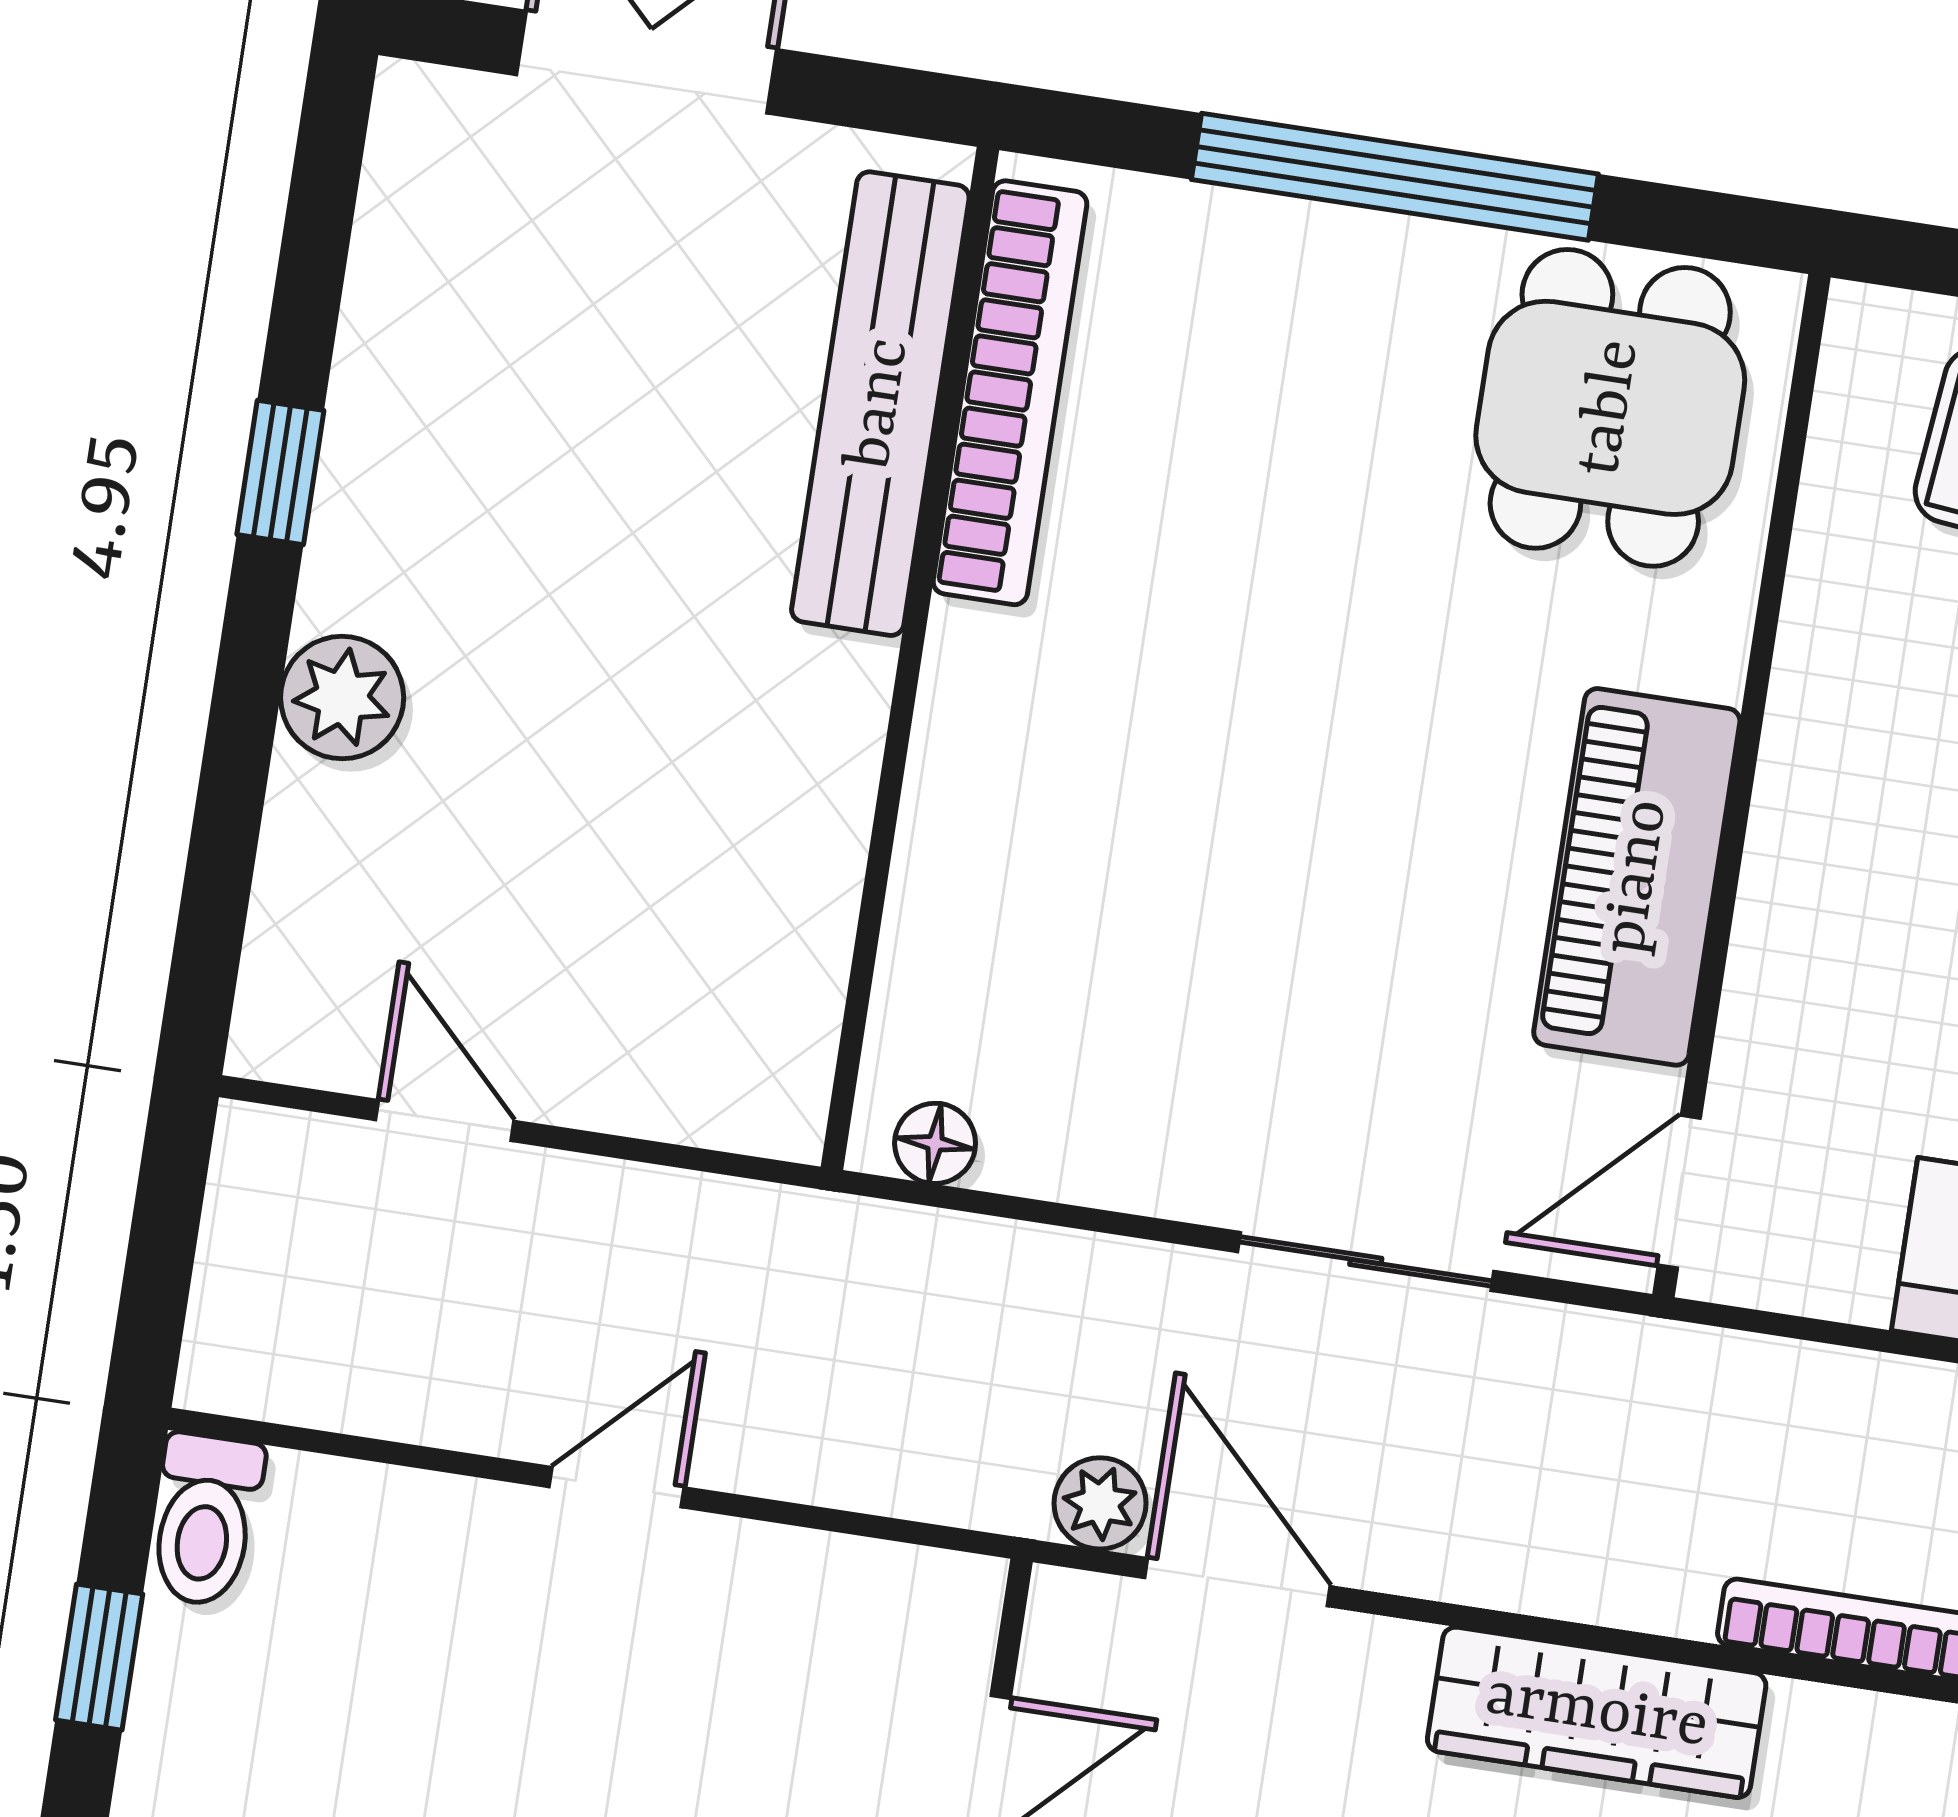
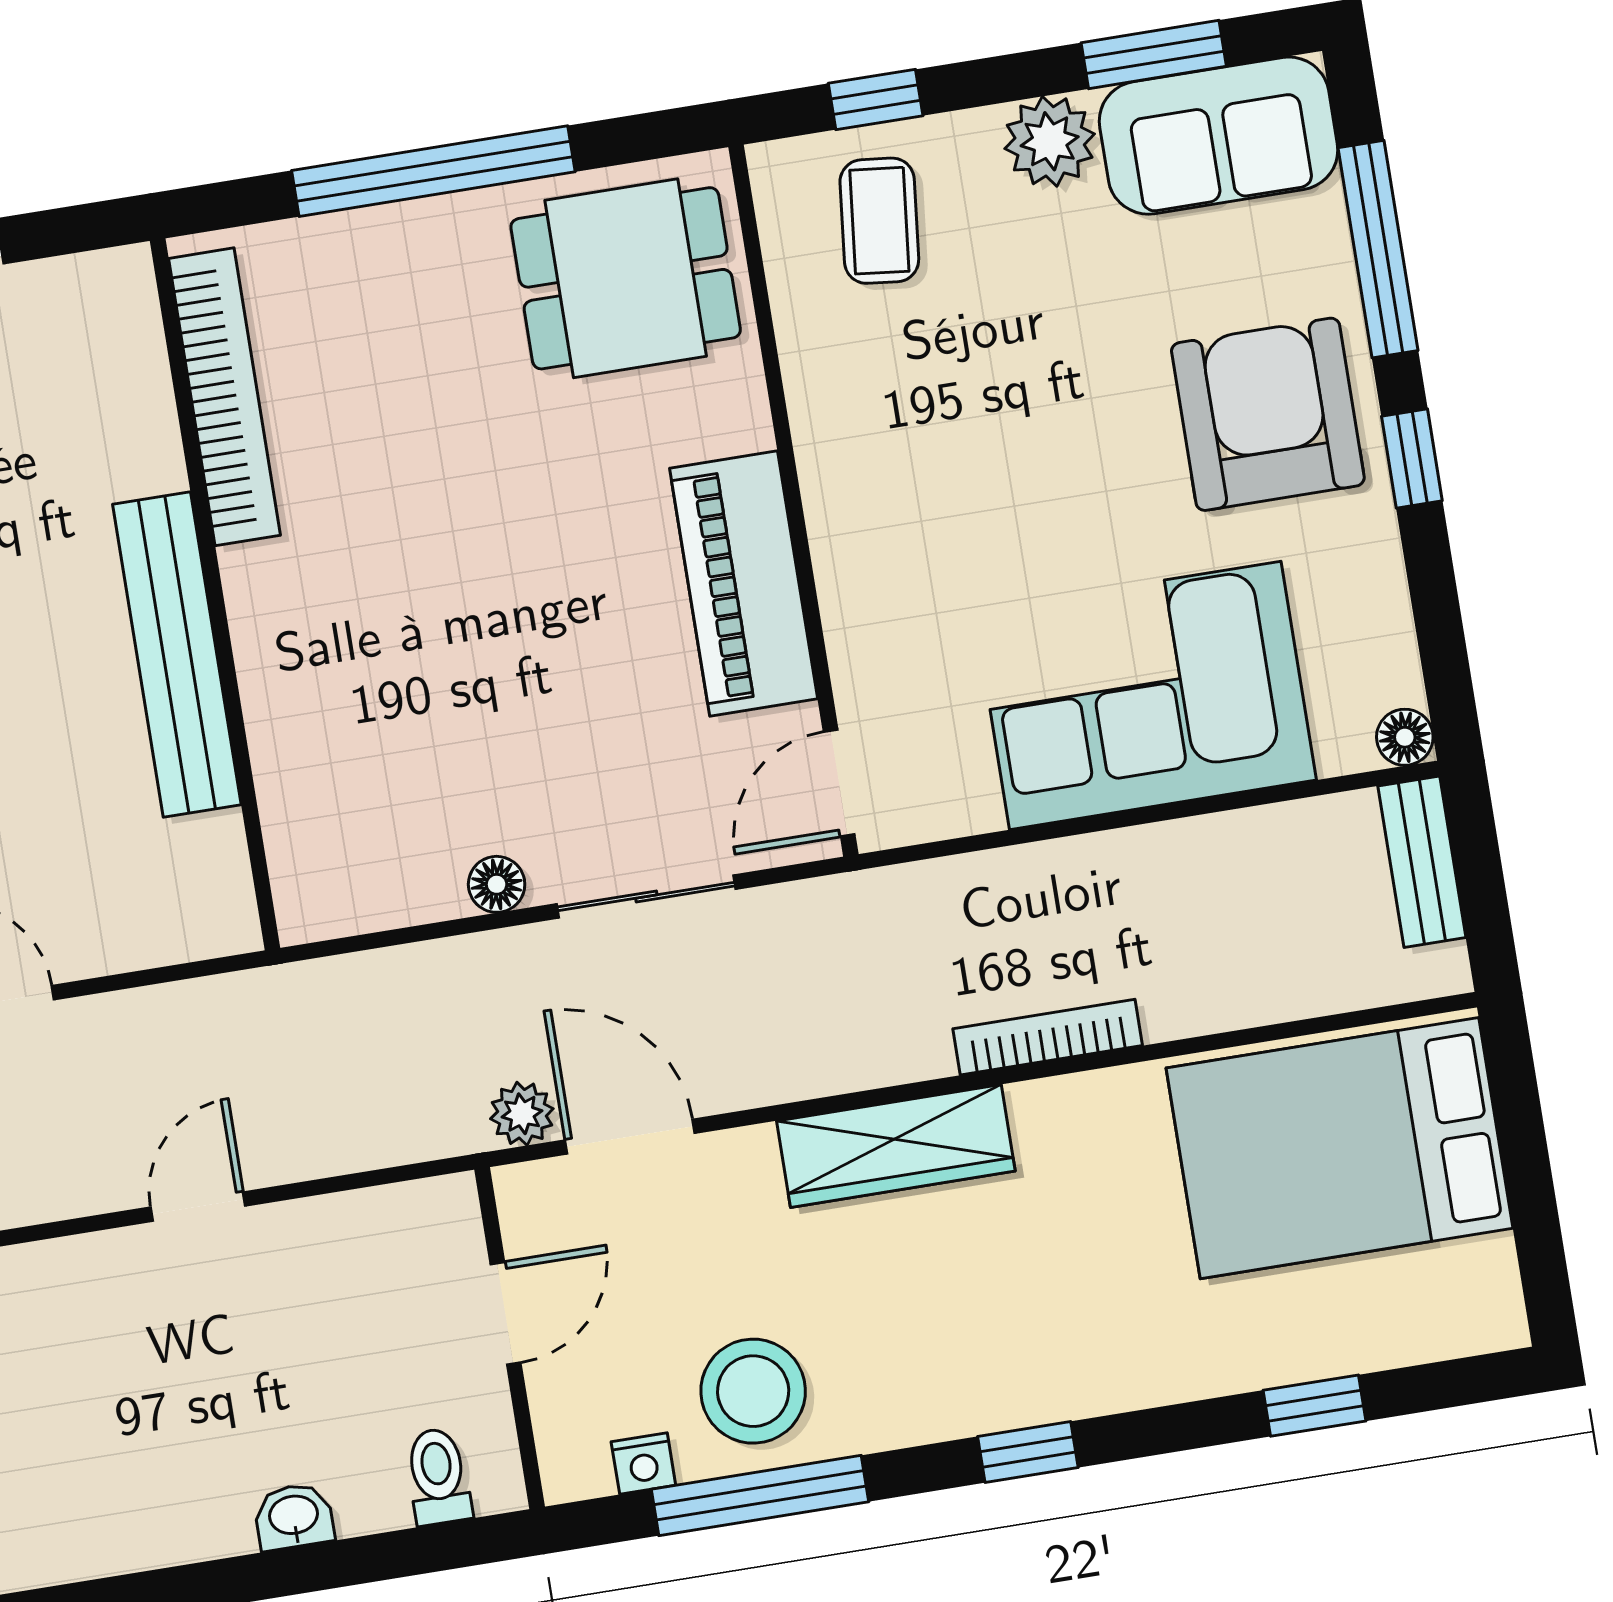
bench: (880, 404) -> (177, 655), moved
dining table: (1610, 408) -> (626, 278), turned 90
floor lamp: (935, 1143) -> (497, 884), moved

